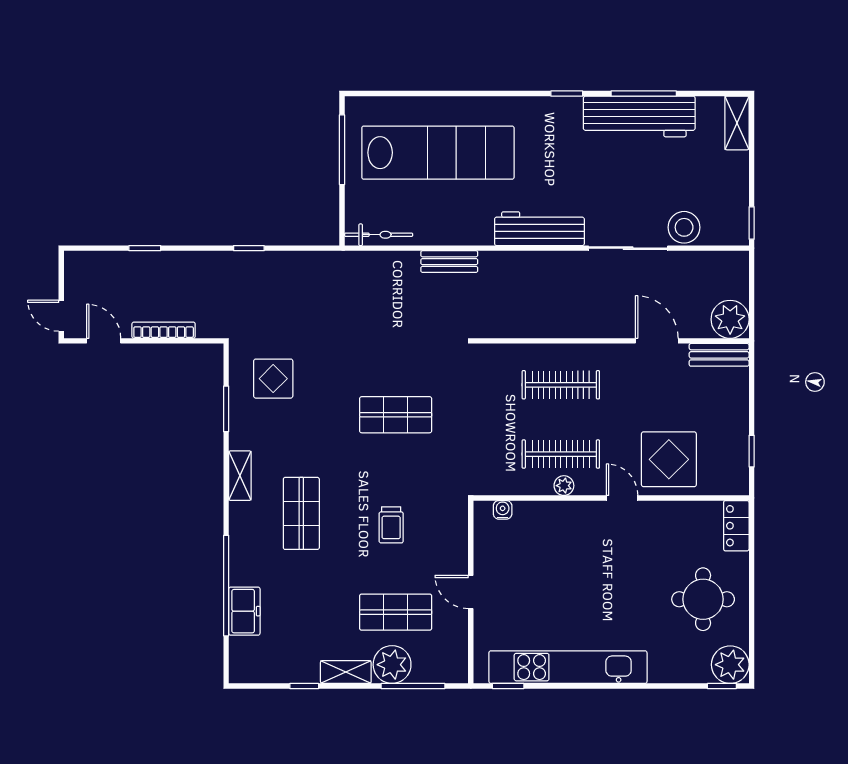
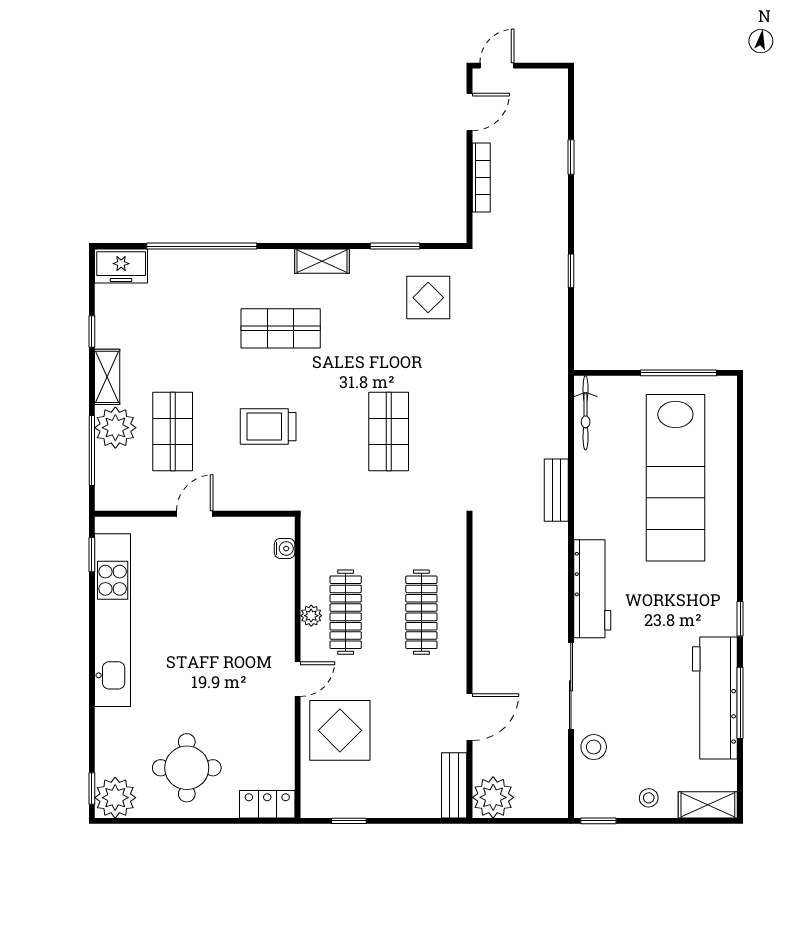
stool: (731, 177) -> (649, 798), added
stool: (684, 227) -> (594, 747), width x0.73, depth x0.73
trolley: (391, 525) -> (268, 427), width x1.36, depth x1.39
freezer: (244, 611) -> (121, 266), moved

